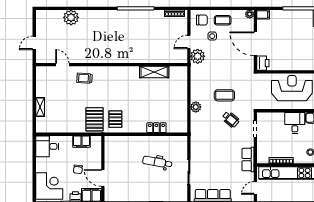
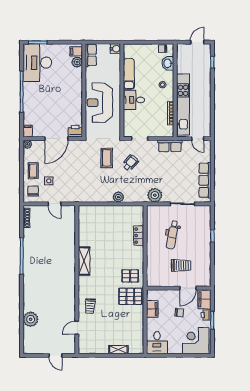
plant: (198, 56) -> (155, 195), moved
shelving: (154, 72) -> (84, 261), moved
coffee table: (224, 95) -> (107, 158), moved
trolley: (126, 171) -> (181, 265), added

